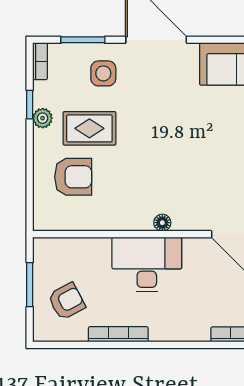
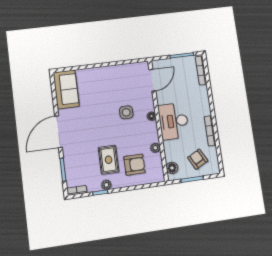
side table: (103, 73) -> (126, 112), moved
armchair: (73, 177) -> (134, 165), turned 90
plant: (100, 221) -> (155, 148), added
floor lamp: (57, 249) -> (172, 168), added

